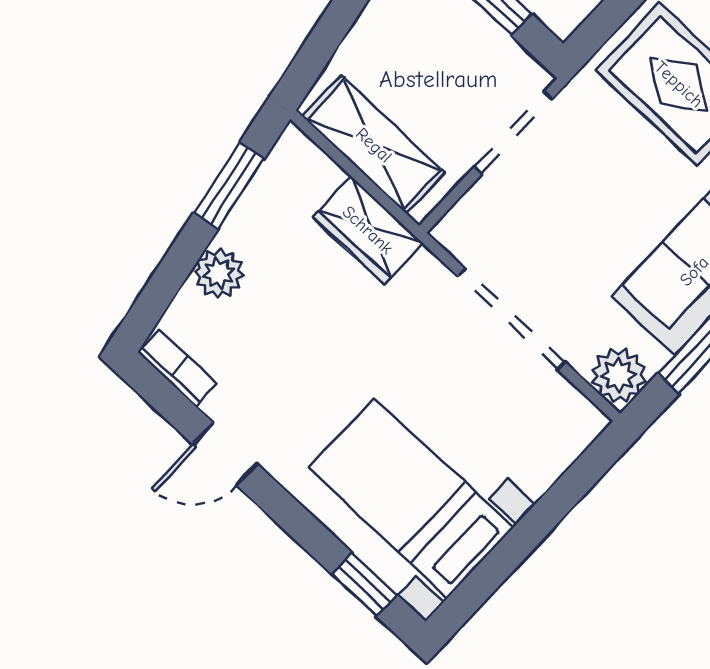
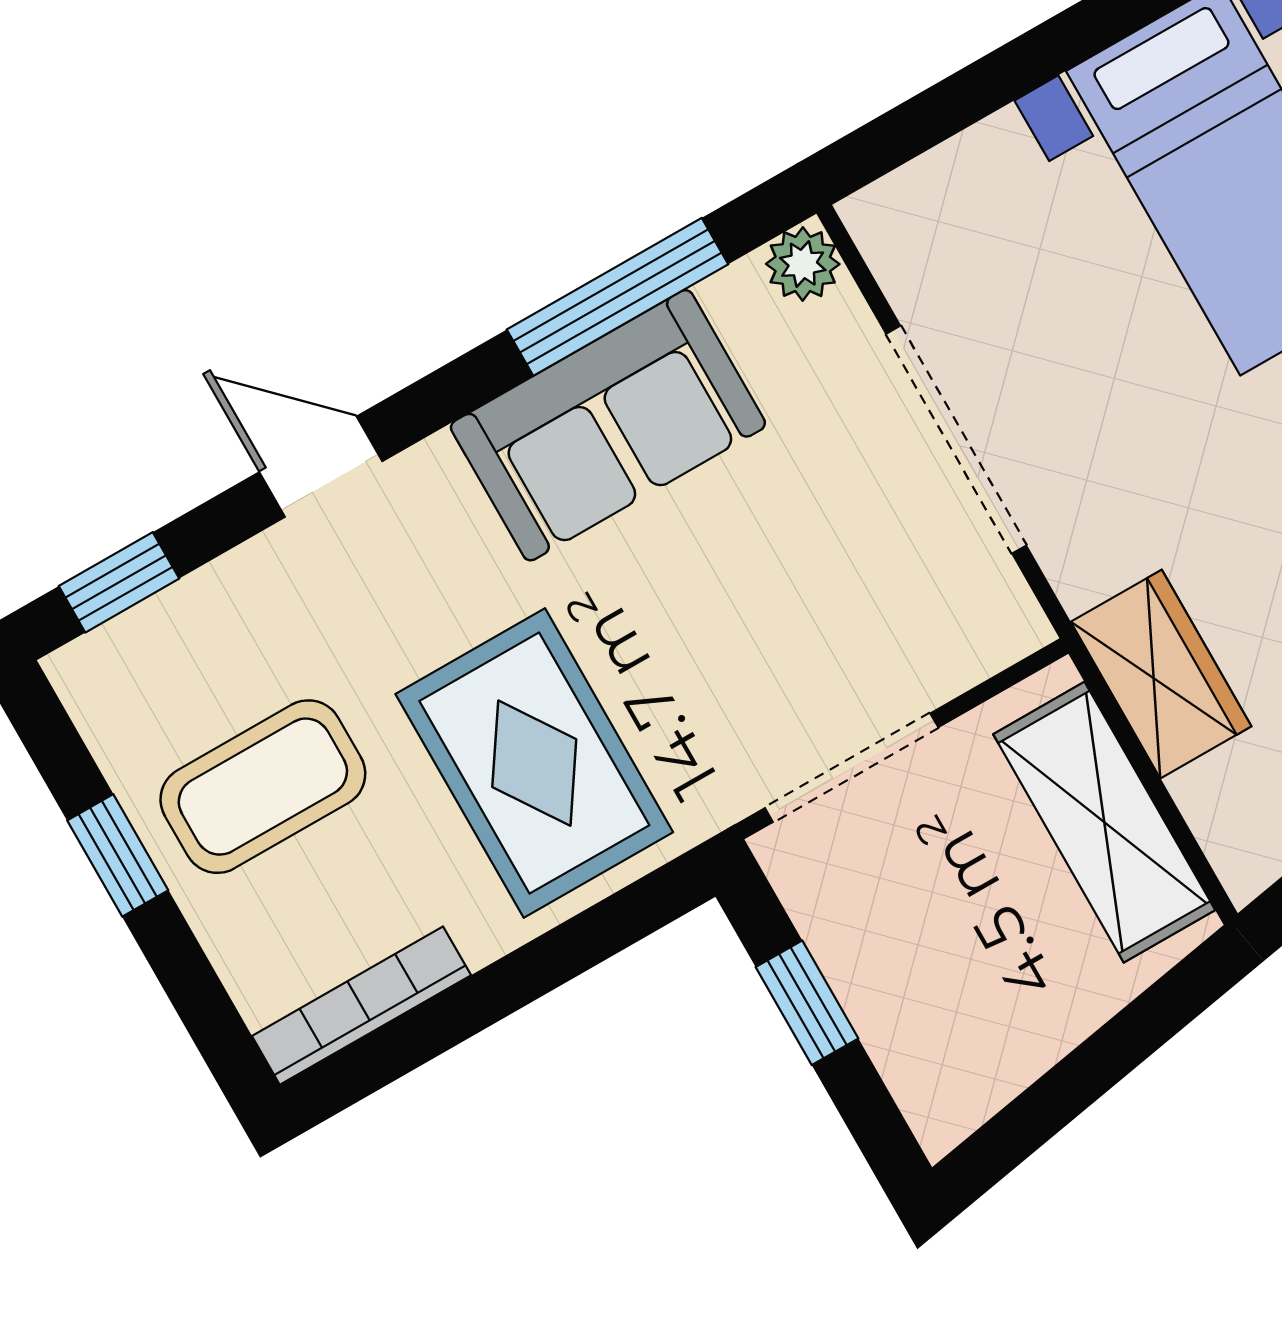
plant: (619, 375) -> (803, 264), width x0.73, depth x0.73

